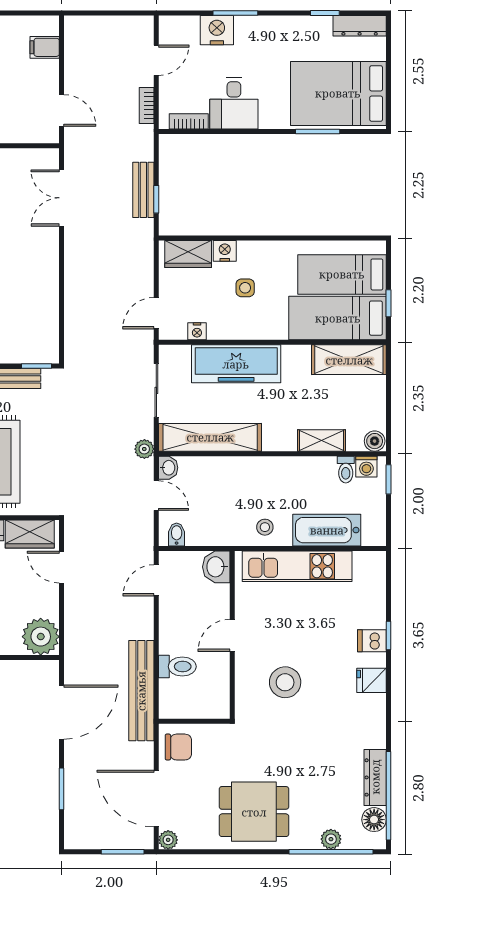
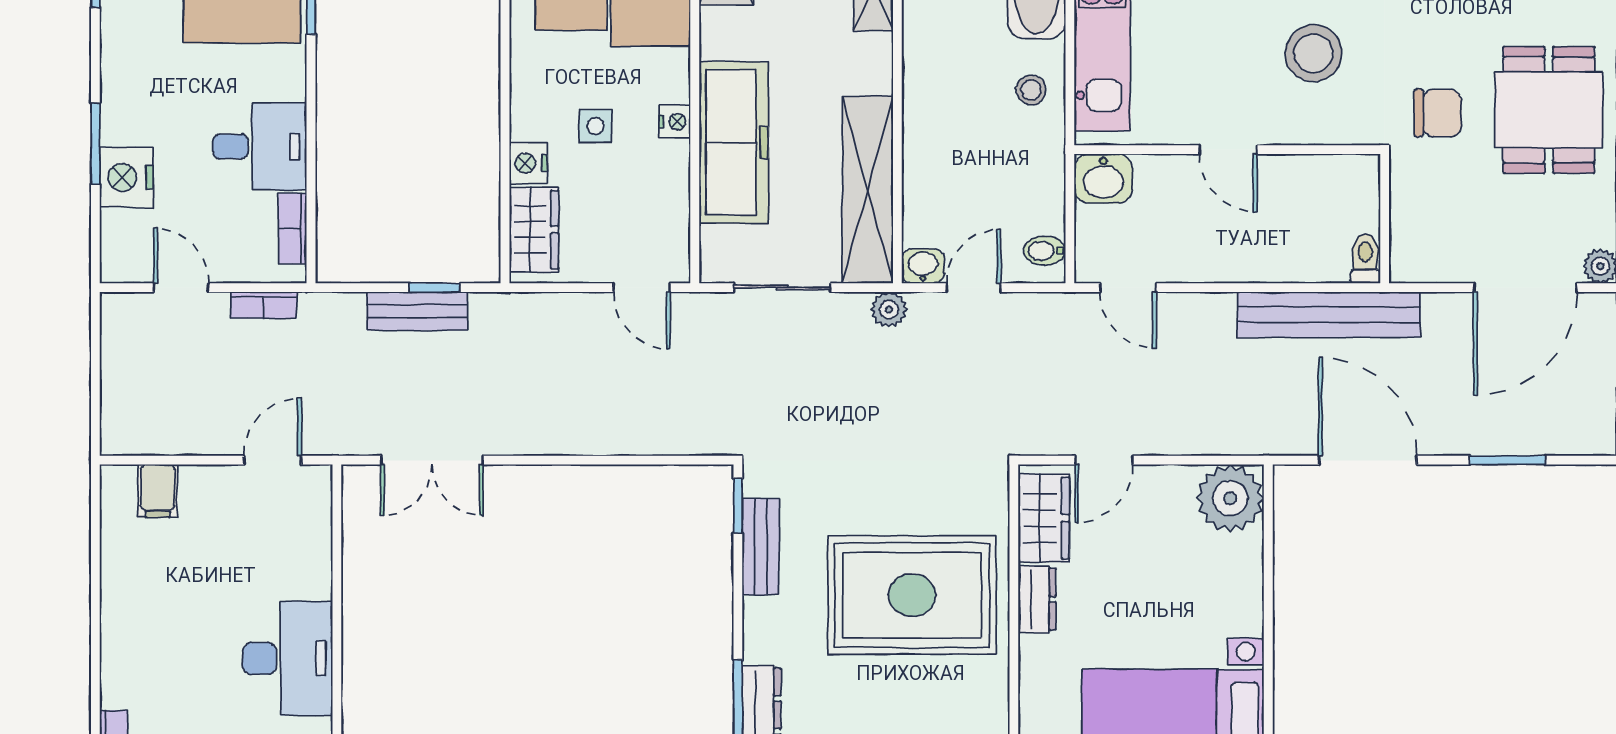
nightstand: (197, 331) -> (675, 122), moved
toilet: (177, 667) -> (1365, 259), moved, width x0.73, depth x0.72
chair: (178, 747) -> (1438, 113), moved, turned 90

